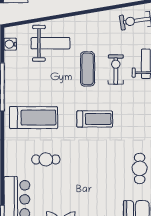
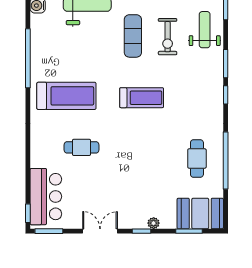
exercise bike: (116, 69) -> (168, 37), turned 180

